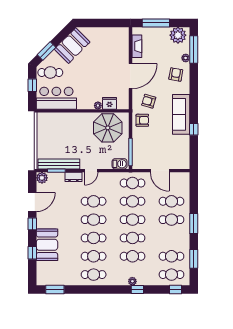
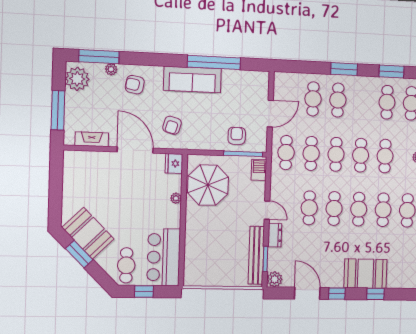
window: (47, 51) -> (79, 254), moved
fridge: (109, 103) -> (174, 164), moved
armchair: (142, 120) -> (237, 136), moved
window: (194, 129) -> (214, 62), width x3.17

